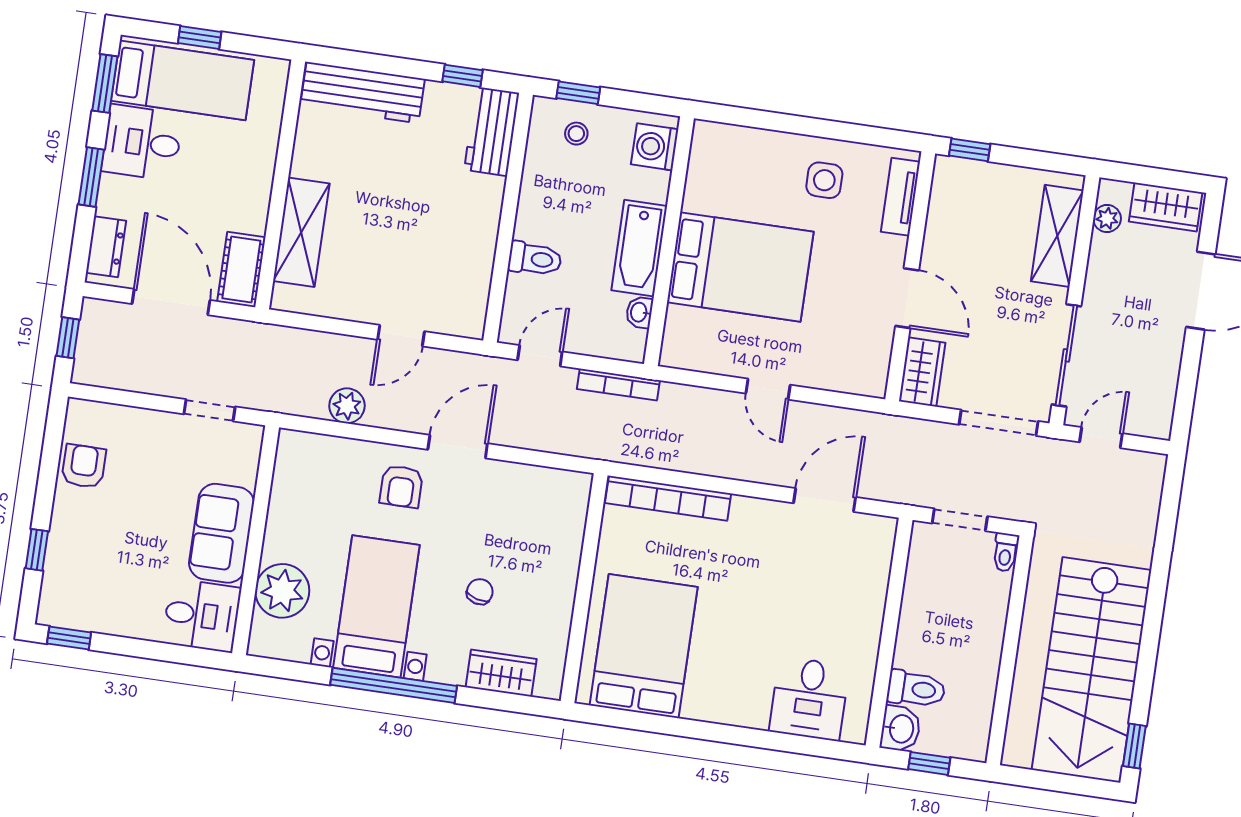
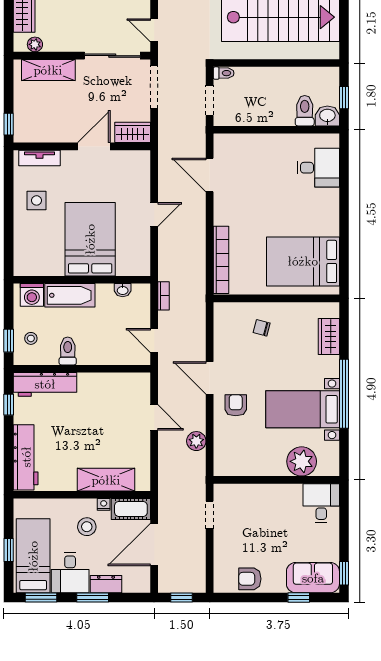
workbench: (492, 131) -> (45, 384), width x1.38
stool: (221, 185) -> (87, 527), added
nightstand: (257, 222) -> (104, 504), added
dresser: (106, 247) -> (106, 584), moved
bathtub: (639, 248) -> (70, 295), moved
toilet: (535, 259) -> (68, 351), moved
bookcase: (618, 385) -> (163, 296), width x0.64
armchair: (401, 486) -> (236, 405), turned -90
sofa: (222, 533) -> (313, 578), moved, turned 180
chair: (480, 592) -> (262, 328), moved

